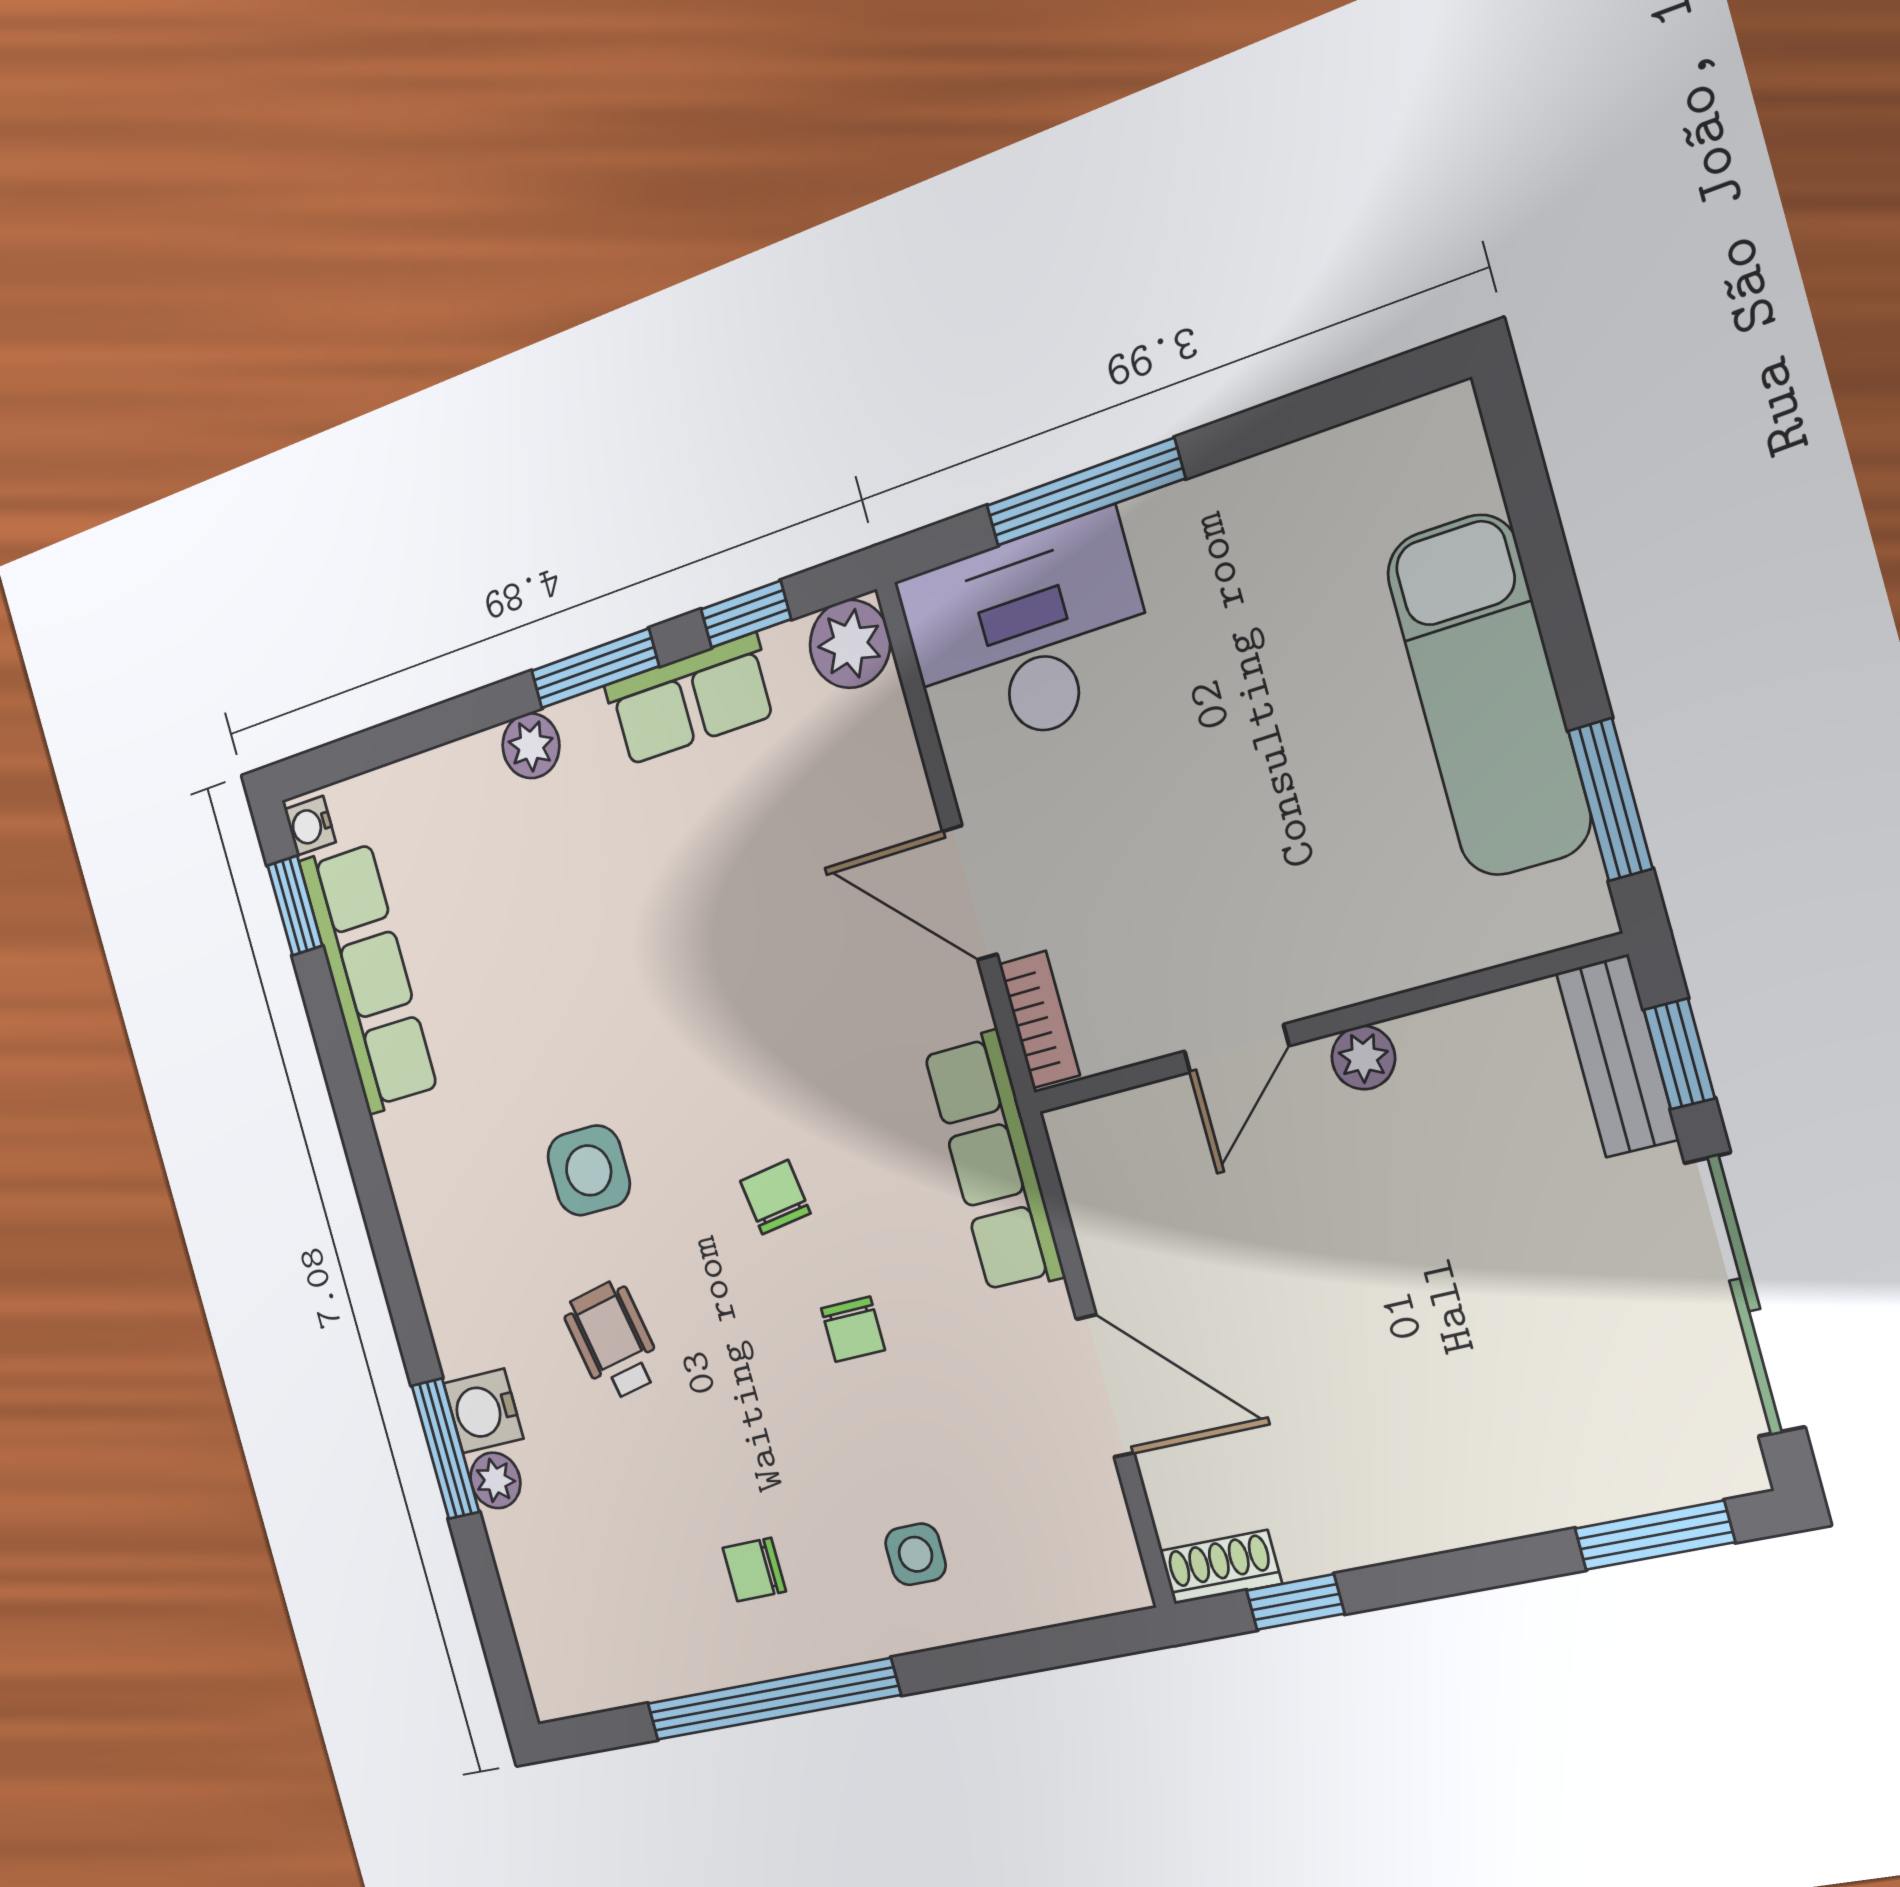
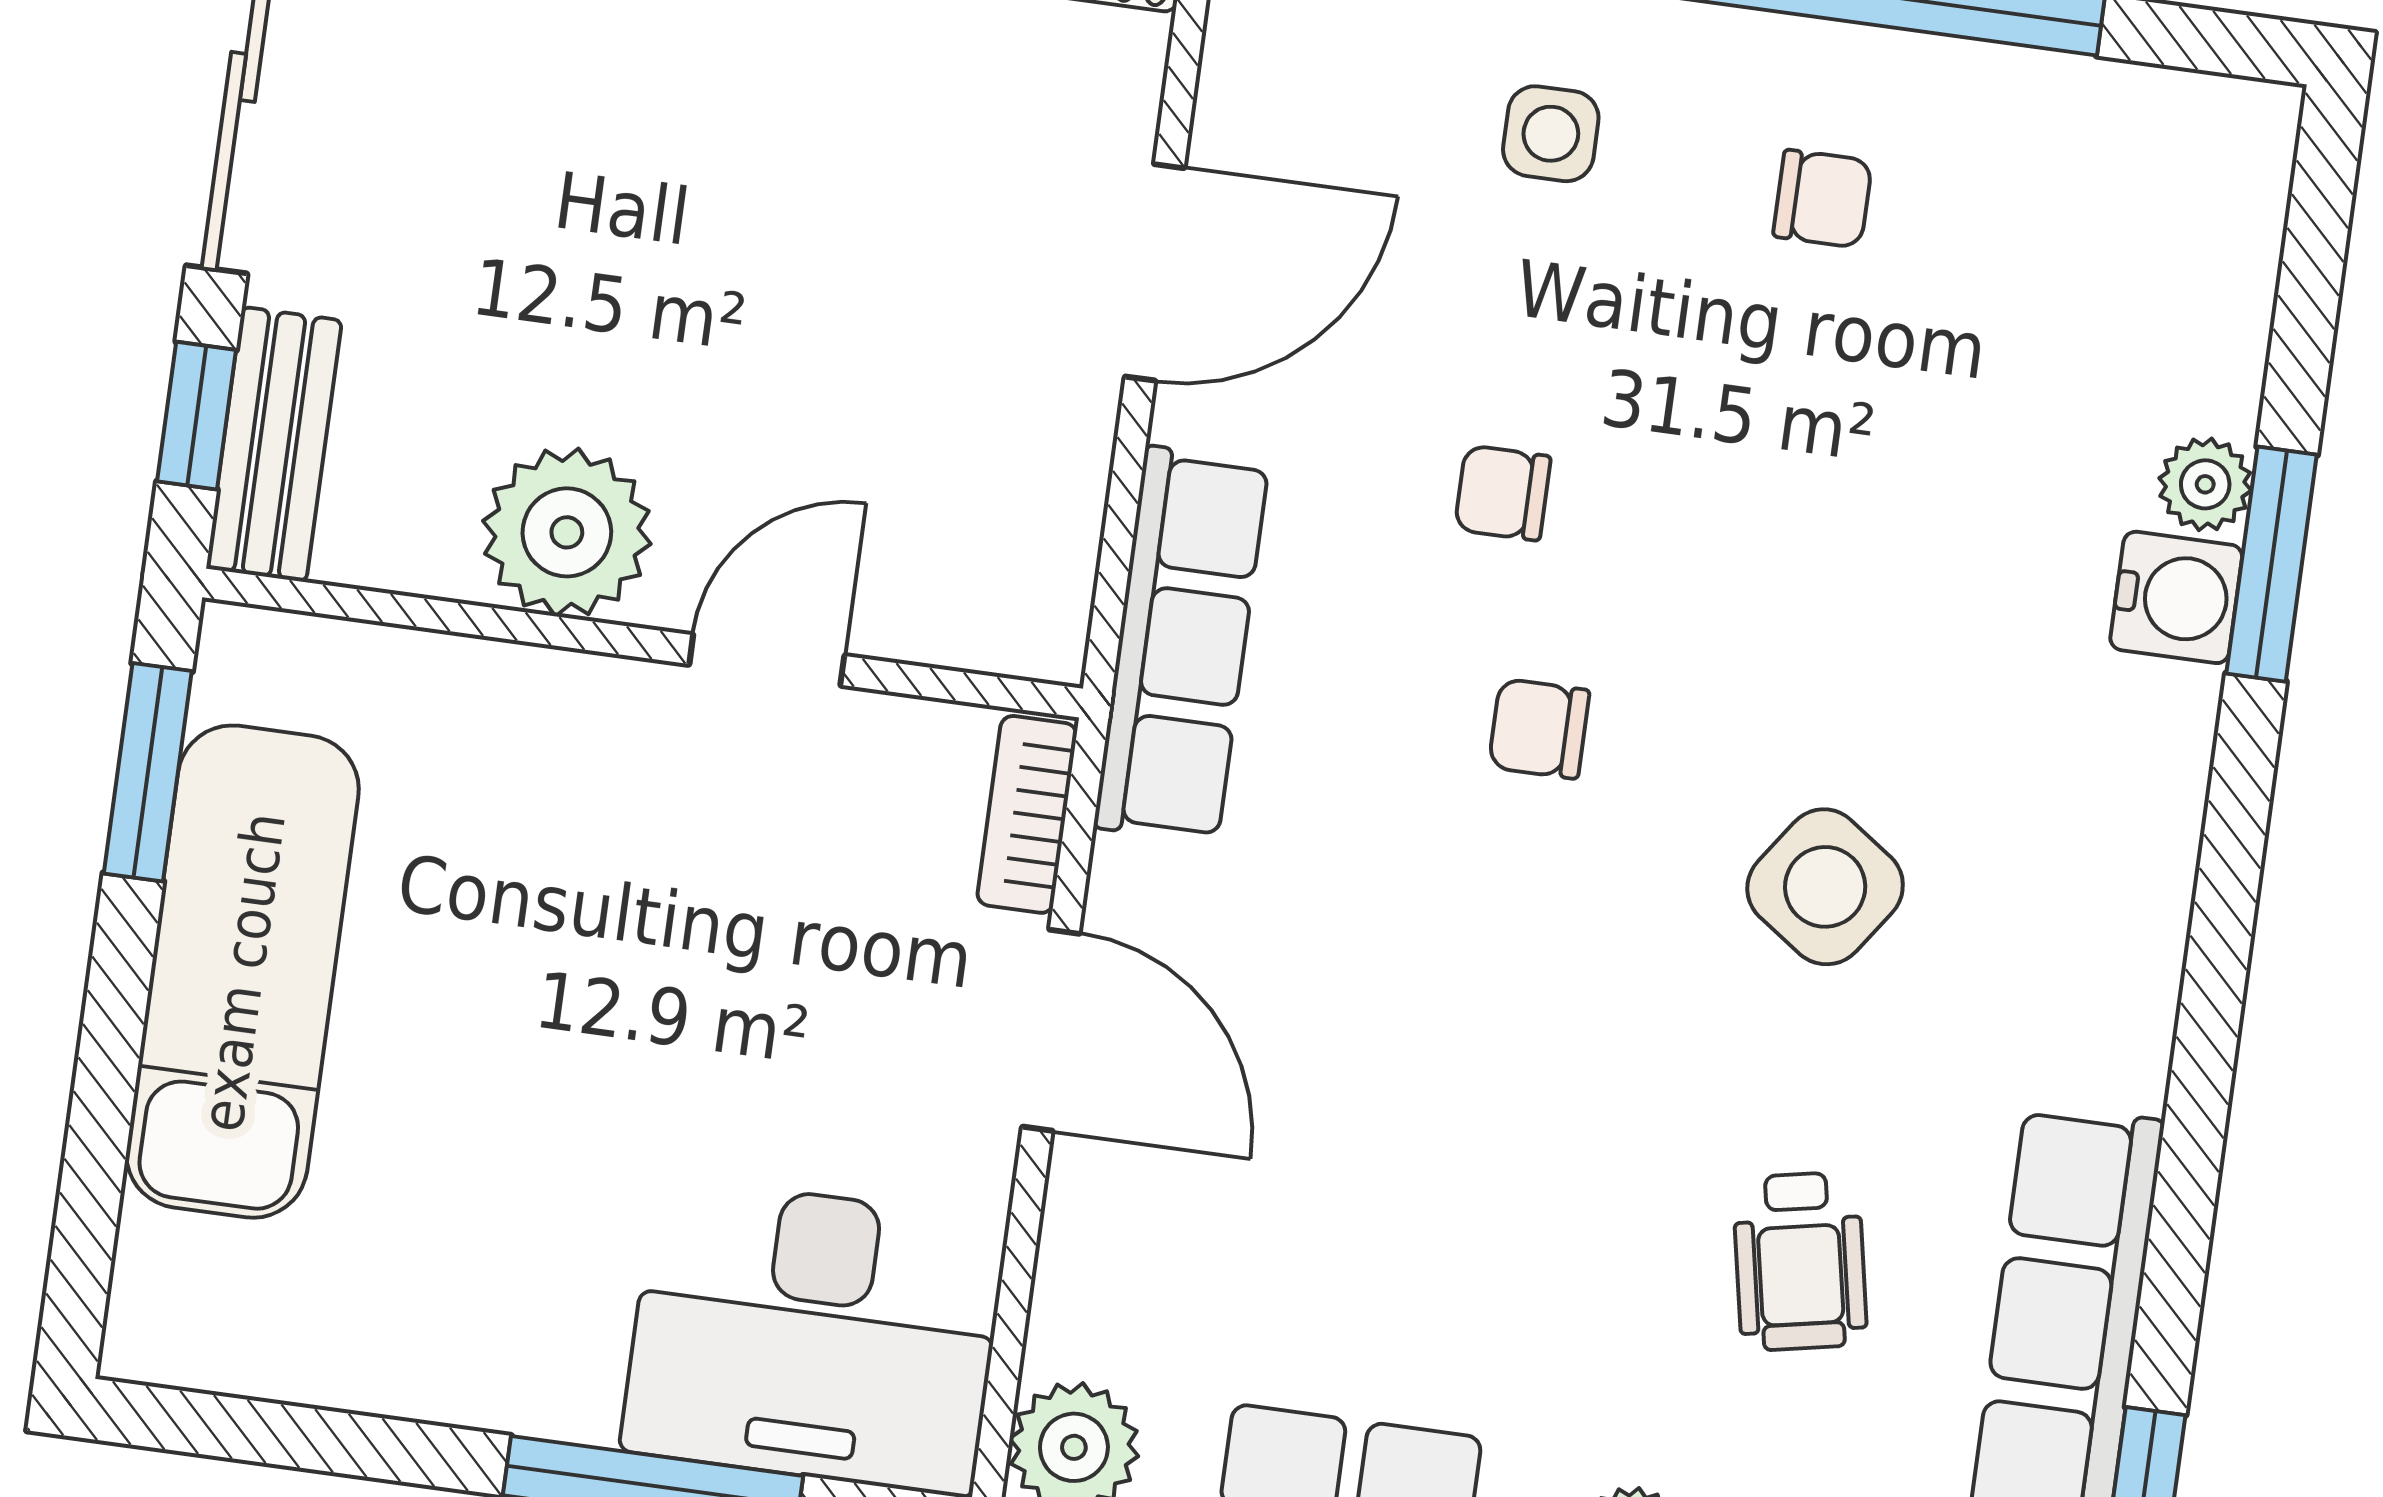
plant: (1363, 1058) -> (567, 532), width x1.88, depth x1.88
side table: (589, 1170) -> (1825, 887), turned 35
chair: (775, 1197) -> (1539, 729), turned 98
chair: (853, 1329) -> (1503, 493), turned -90
wheelchair: (613, 1341) -> (1800, 1261), moved
door: (1105, 1386) -> (1155, 272), swing flipped

